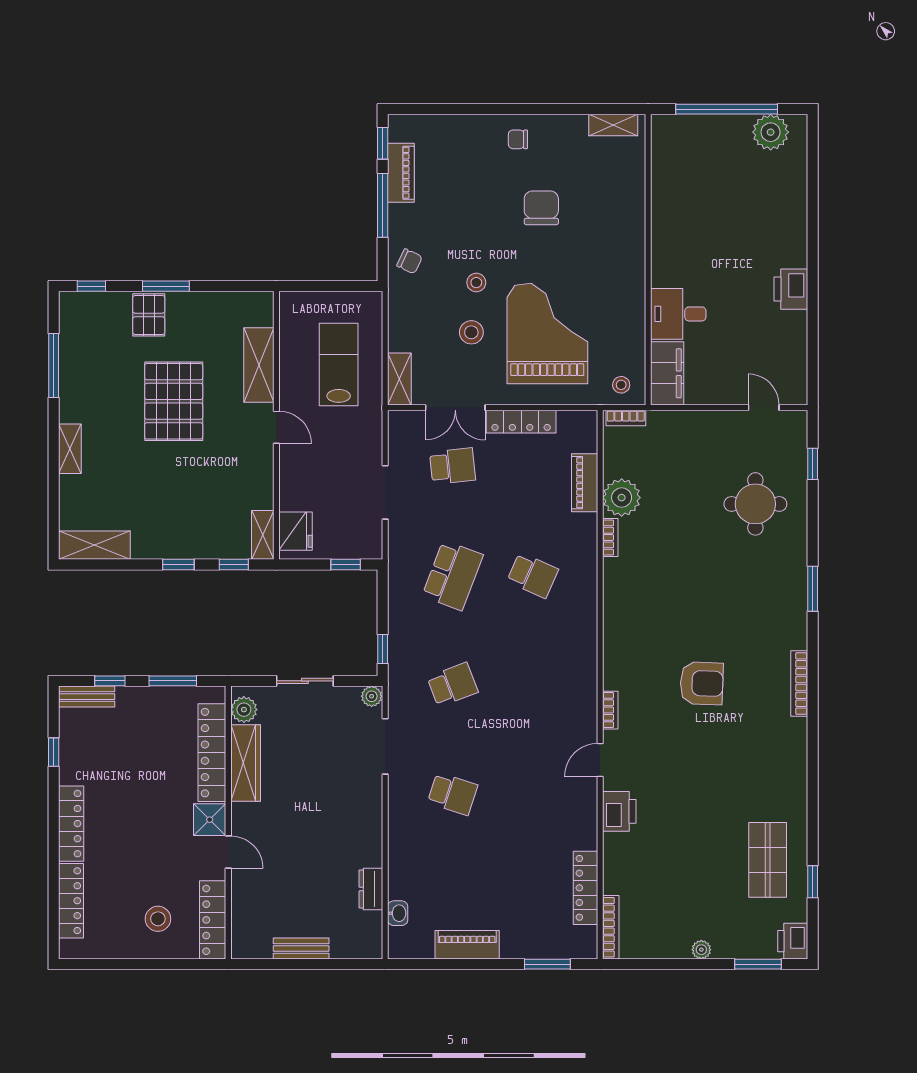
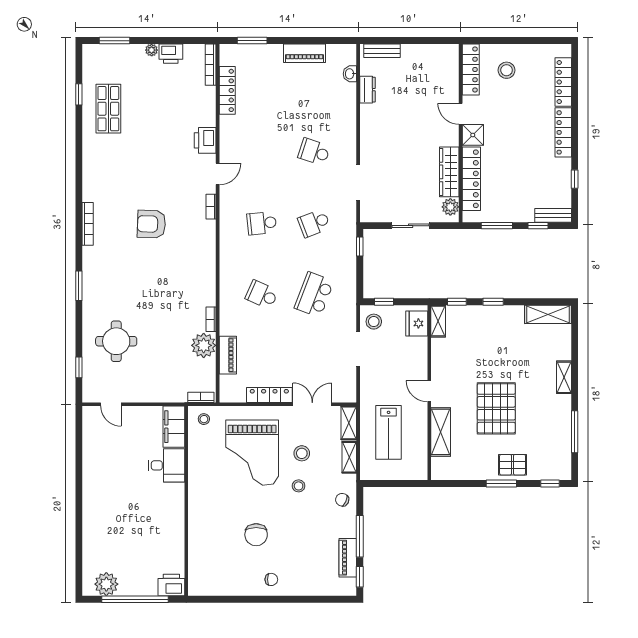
shelving: (613, 125) -> (349, 457), moved, turned 90
printer: (791, 289) -> (171, 585), moved, turned -90
pallet: (149, 315) -> (513, 465), turned 90
school desk: (453, 466) -> (262, 223), moved
stool: (361, 534) -> (374, 322), added
plant: (372, 696) -> (367, 216), removed
printer: (793, 941) -> (171, 54), moved, turned 90
bench: (301, 948) -> (382, 51), moved

